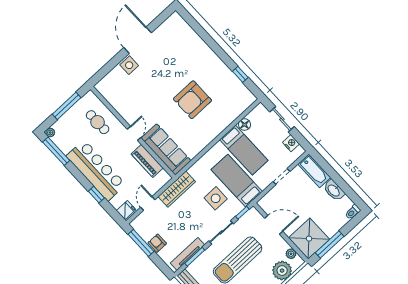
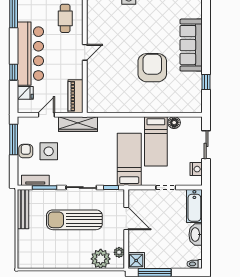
armchair: (192, 100) -> (152, 68), turned 90
sofa: (166, 149) -> (191, 45), moved, turned 180
piano: (147, 161) -> (75, 96), moved
side table: (216, 198) -> (49, 151), moved
fridge: (126, 210) -> (25, 93), moved
shower: (309, 239) -> (136, 261), width x0.54, depth x0.54
tv unit: (187, 254) -> (35, 180), width x0.71

